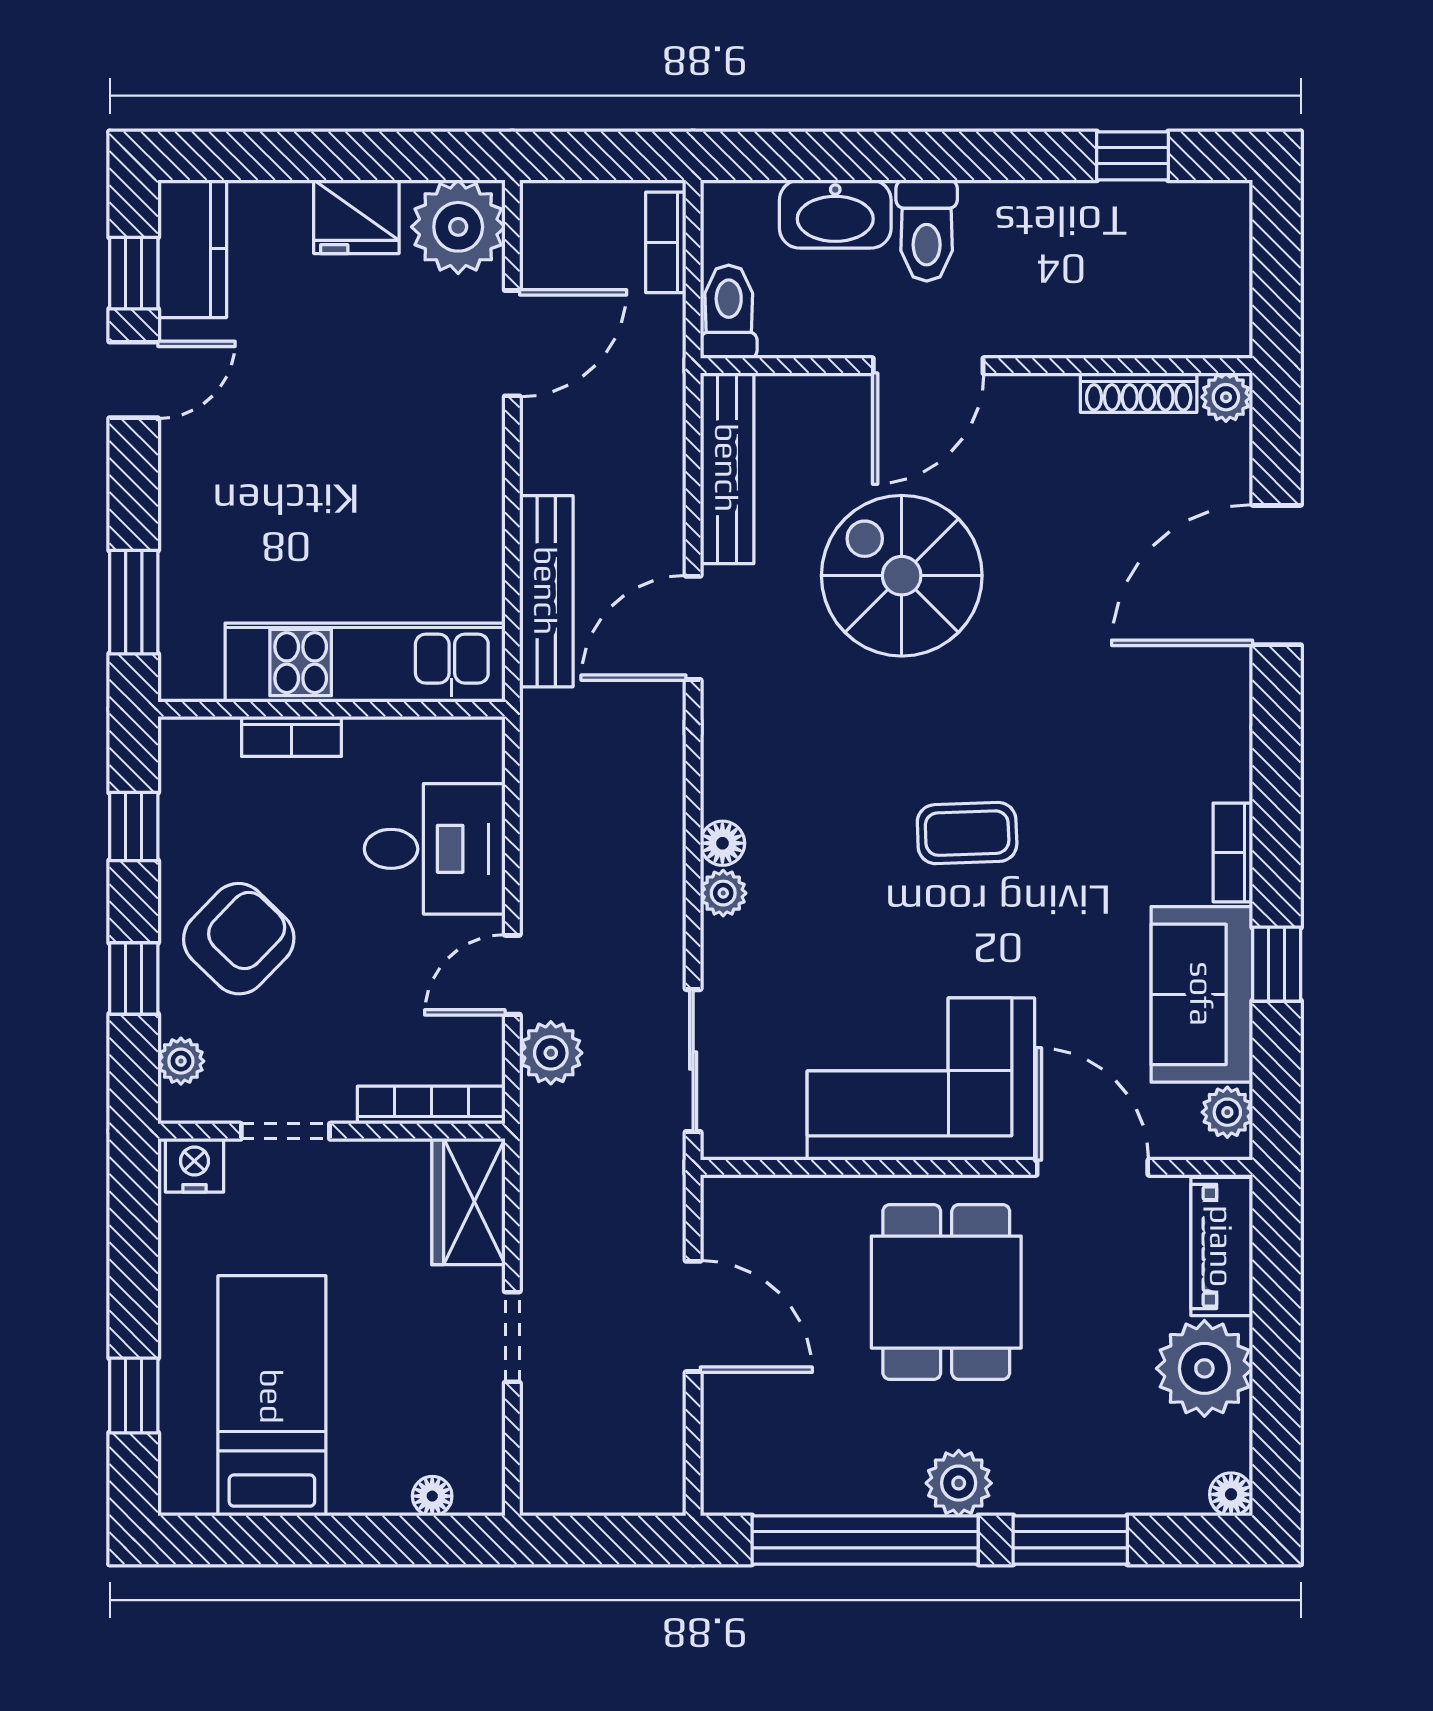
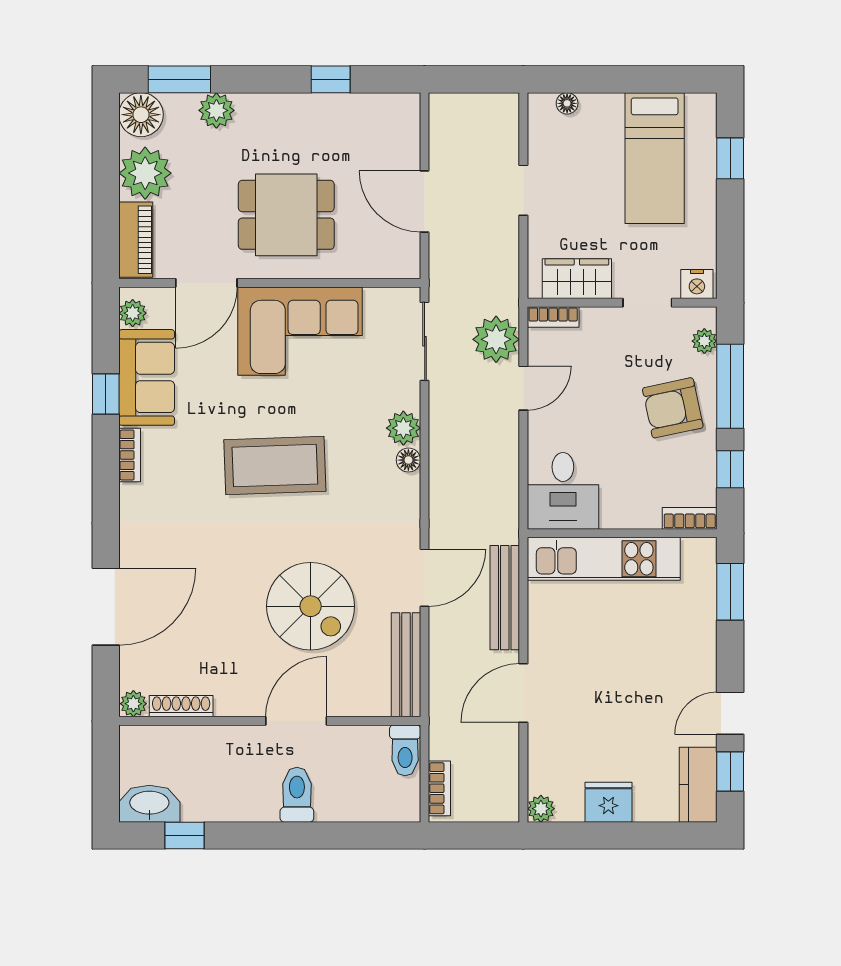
washbasin: (835, 214) -> (149, 804), moved
plant: (458, 227) -> (541, 809), width x0.53, depth x0.53
door: (512, 343) -> (523, 693), moved
bookcase: (292, 736) -> (690, 518), moved
coffee table: (967, 833) -> (275, 466), width x1.86, depth x1.72
desk: (435, 849) -> (563, 491), moved, turned -90
plant: (723, 893) -> (403, 428), width x1.38, depth x1.38
armchair: (239, 939) -> (673, 408), turned 34
window: (134, 978) -> (730, 386), width x2.17
plant: (551, 1053) -> (496, 339), width x1.36, depth x1.36
bookcase: (431, 1105) -> (553, 317), width x0.64
door: (1092, 1167) -> (206, 283), hinge flipped
wardrobe: (468, 1202) -> (577, 279), moved, turned -90
dining table: (946, 1292) -> (286, 215), turned 90
plant: (959, 1483) -> (216, 110), moved
floor lamp: (1231, 1494) -> (141, 115), width x1.89, depth x1.89
window: (865, 1540) -> (331, 79), width x0.32
window: (1070, 1540) -> (179, 79), moved

